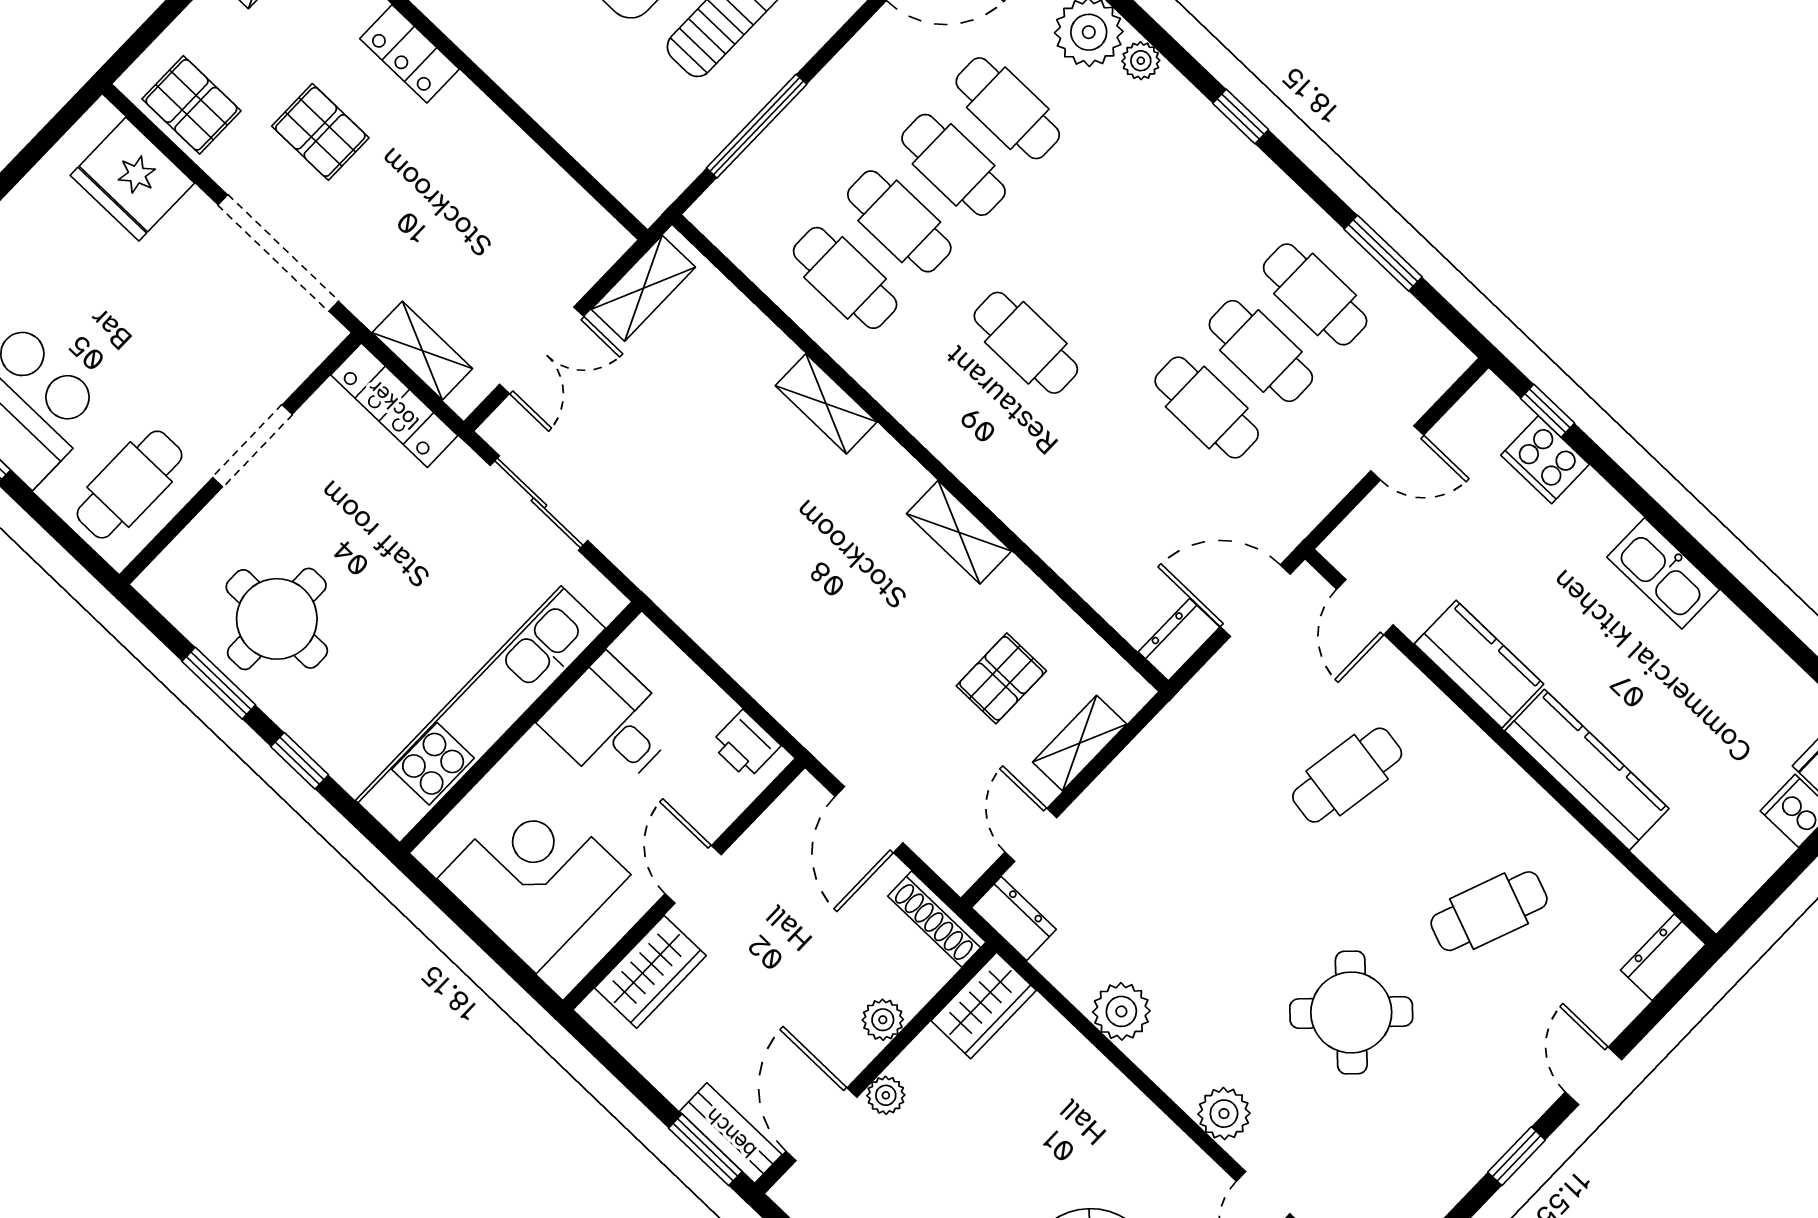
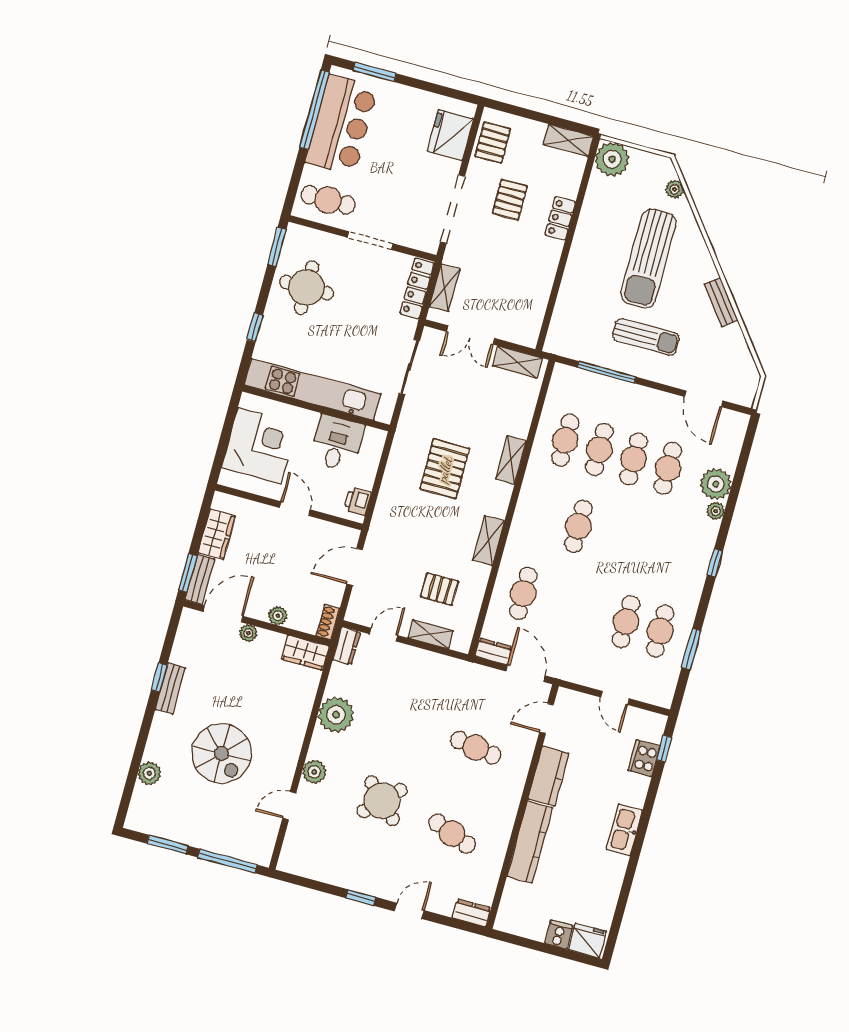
cafe table: (1207, 408) -> (523, 593), moved
pallet: (773, 541) -> (445, 469), added
window: (219, 683) -> (277, 247), moved
door: (693, 874) -> (295, 509), hinge flipped
shoe rack: (937, 919) -> (328, 622), width x0.70
wardrobe: (650, 972) -> (217, 534), moved, turned -90
plant: (1121, 1011) -> (336, 715), width x1.36, depth x1.36

